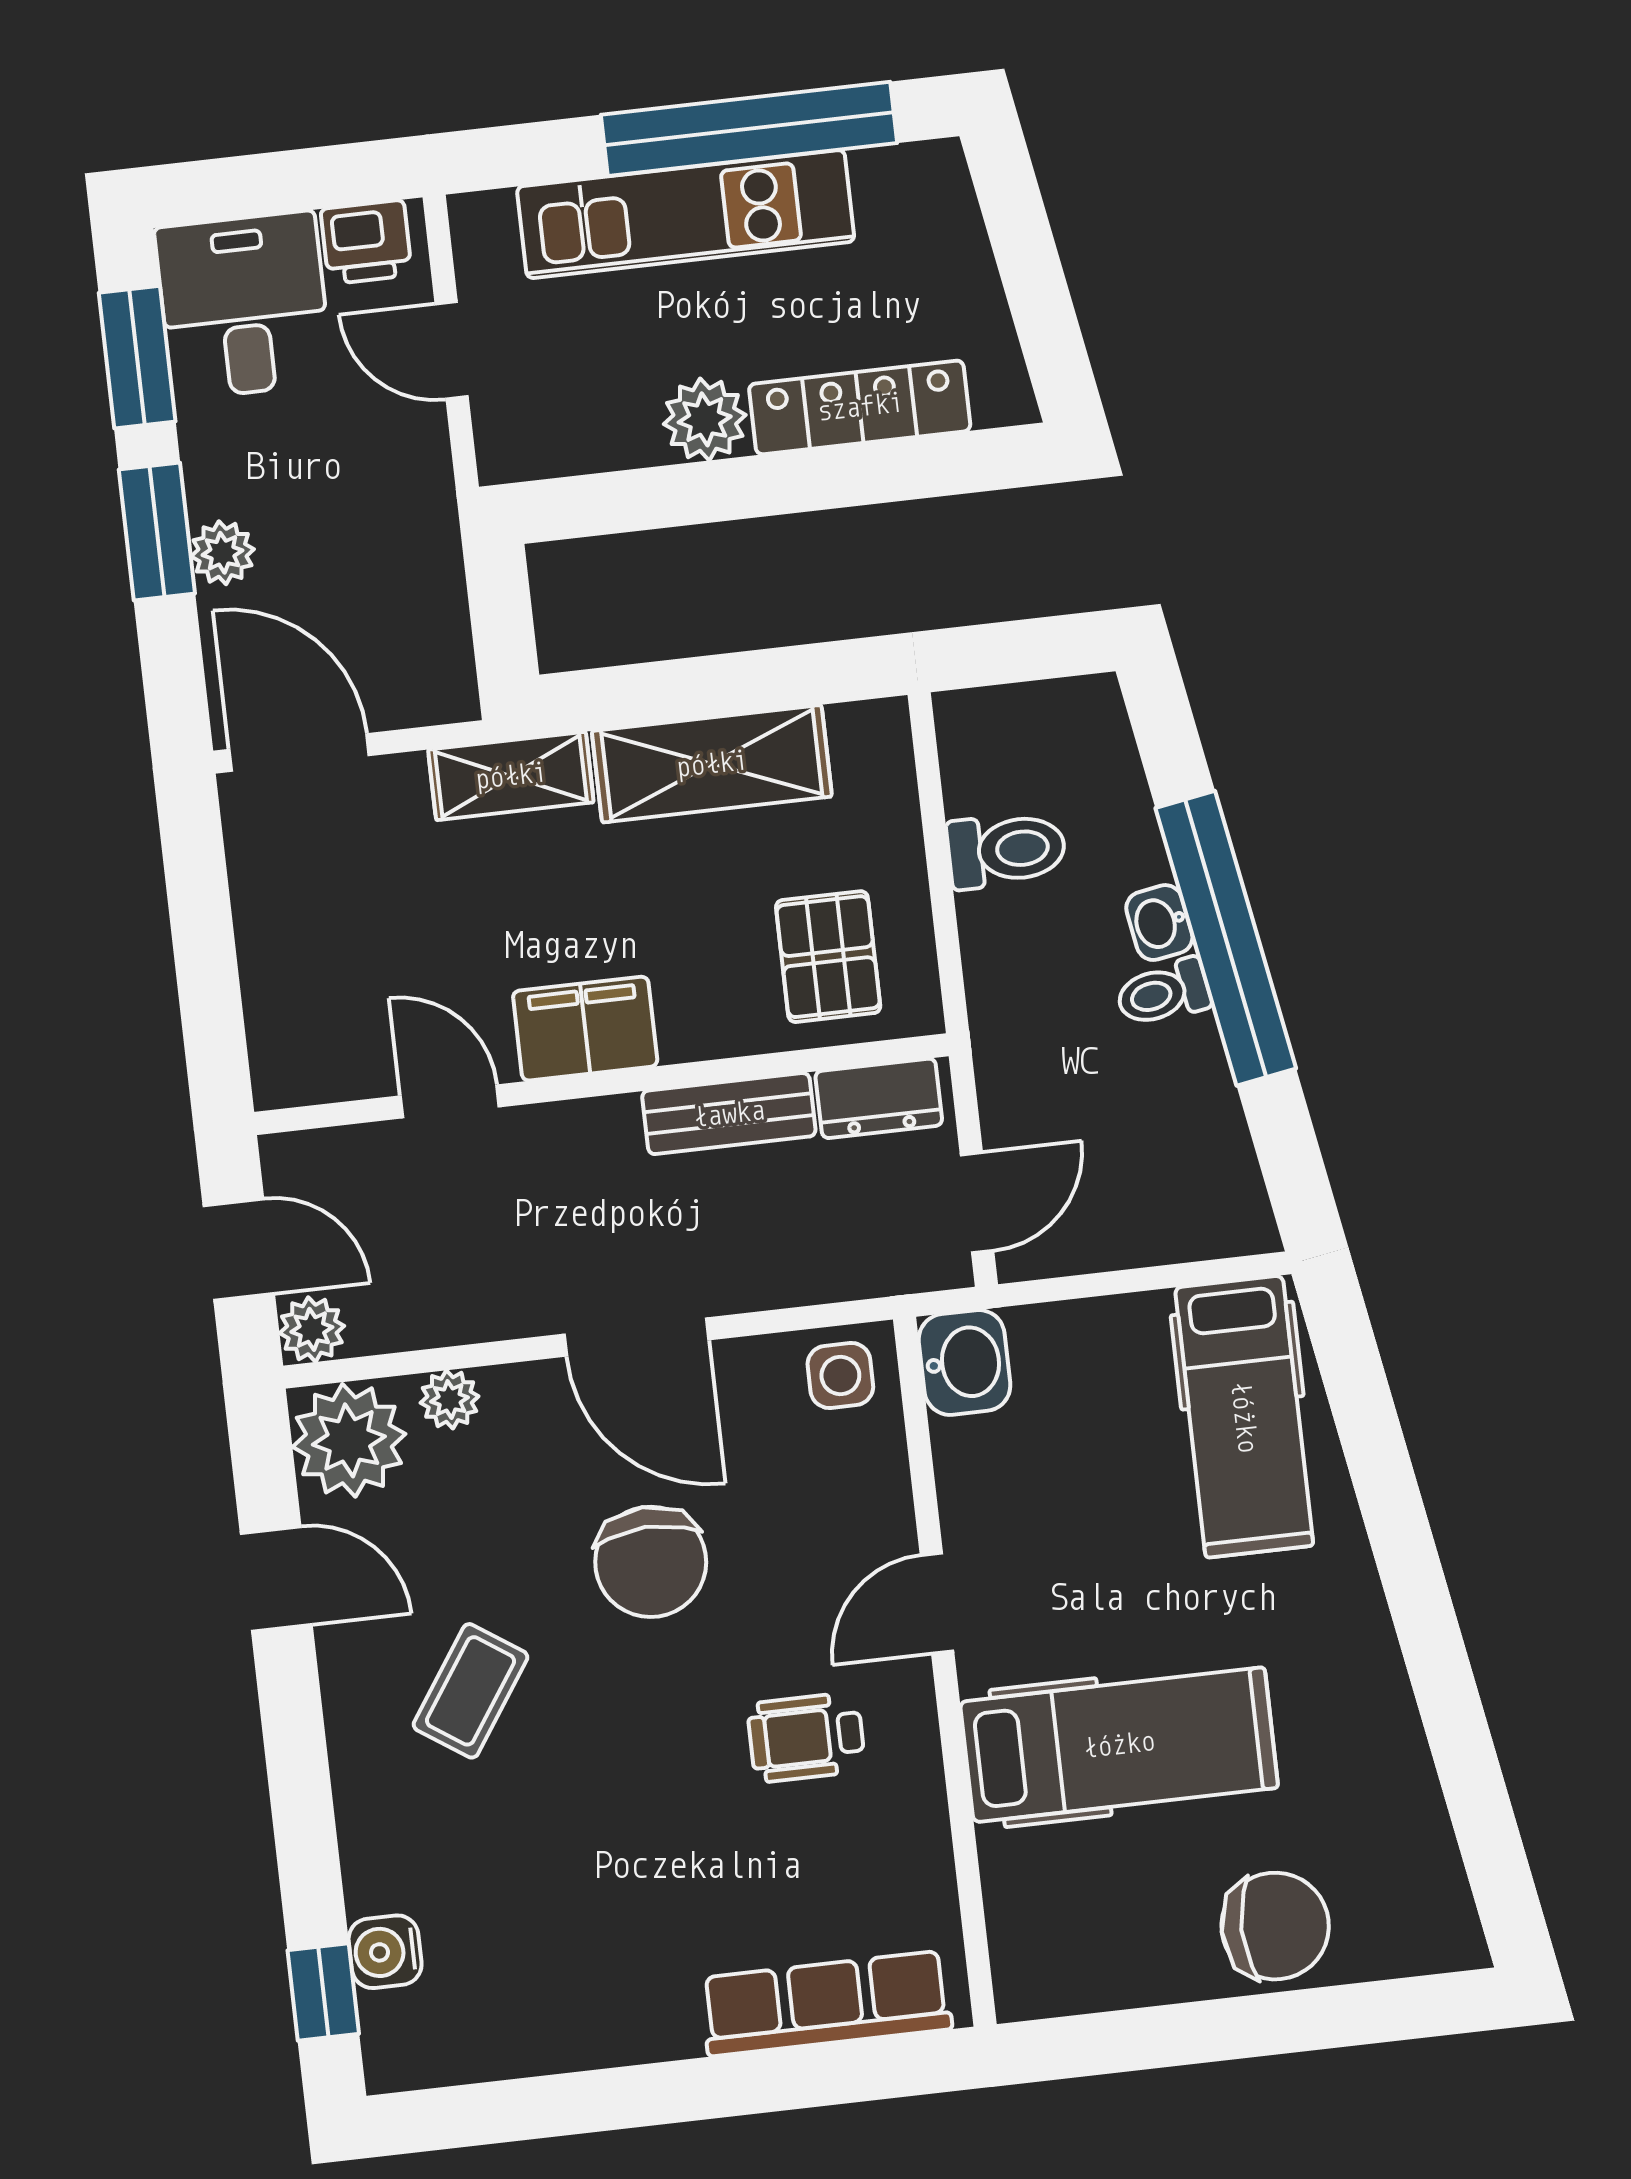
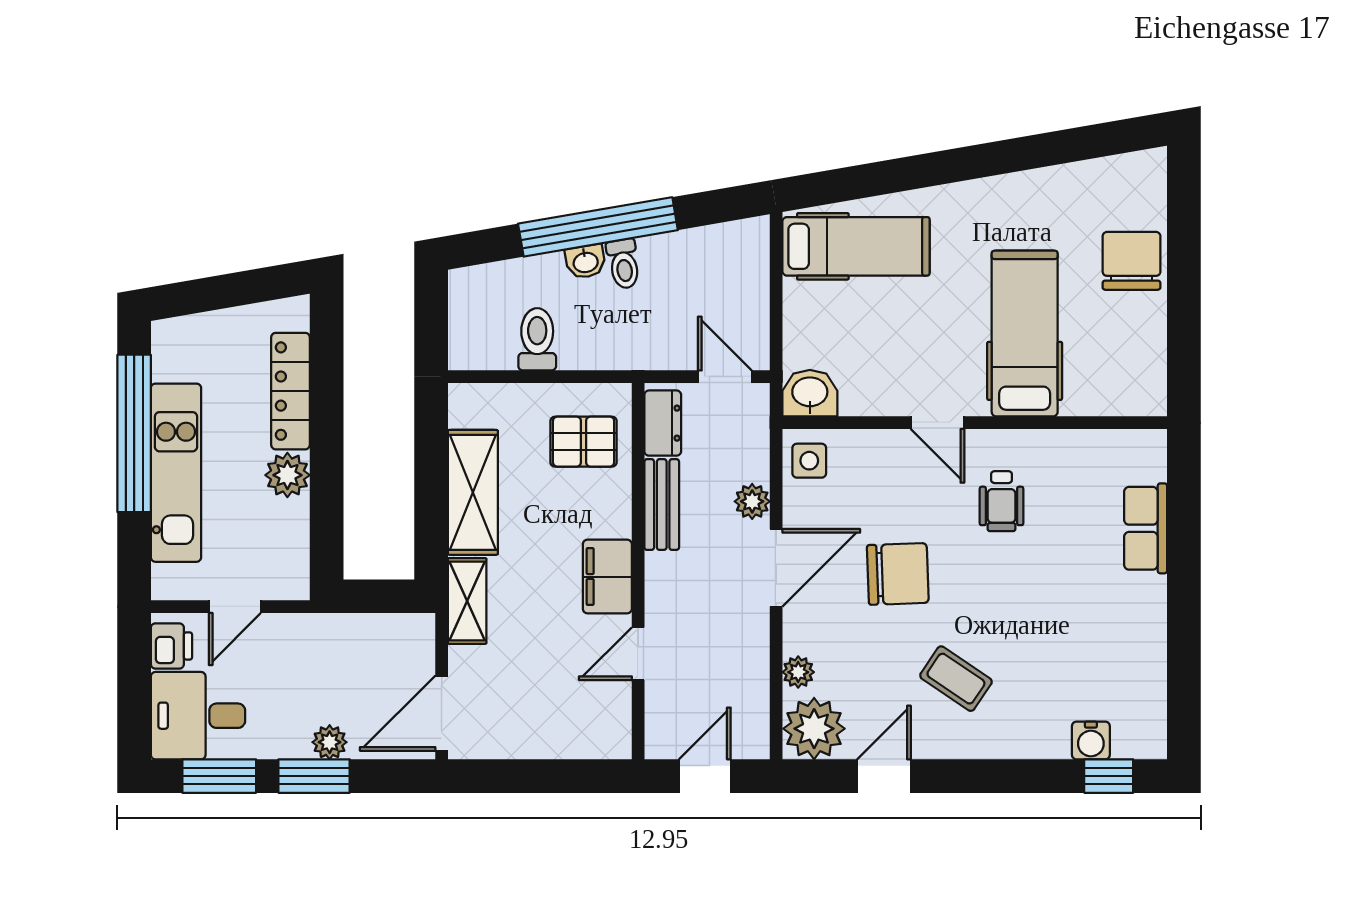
plant: (312, 1329) -> (752, 501), moved
row of seats: (826, 2003) -> (1146, 528), width x0.68

